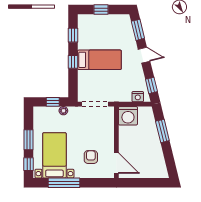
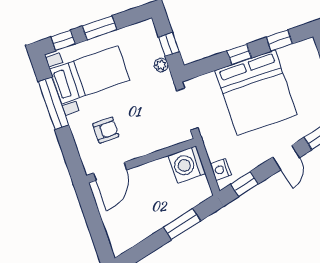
bed: (99, 60) -> (256, 93), width x2.04

